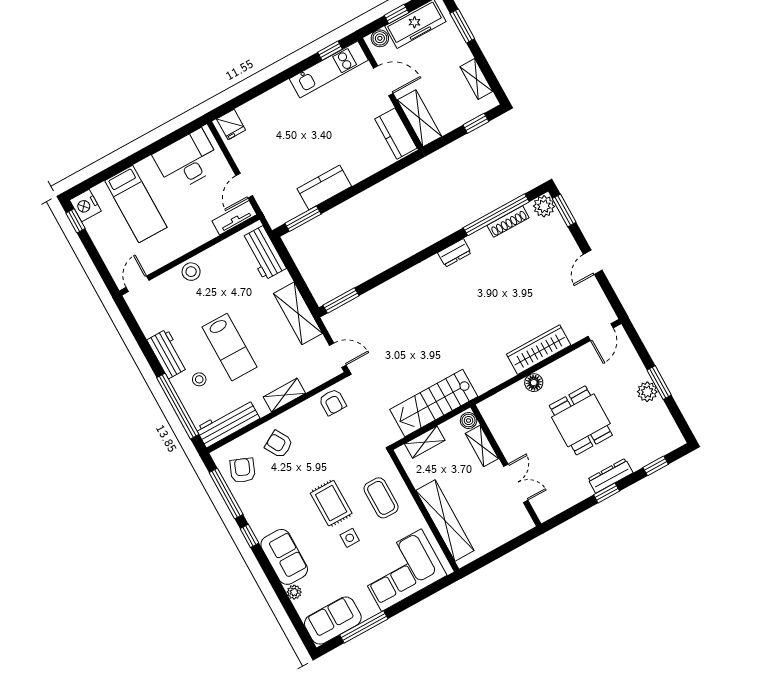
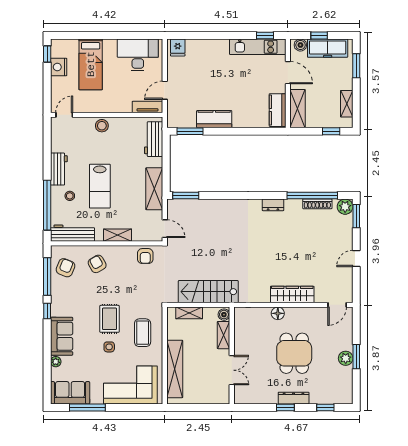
nightstand: (85, 205) -> (59, 67), moved

